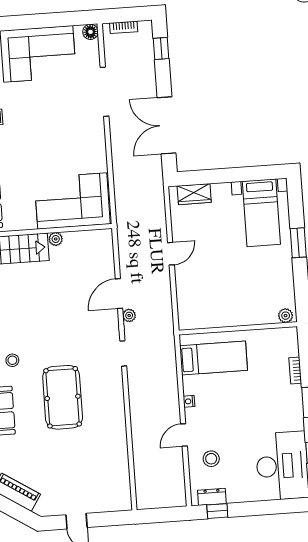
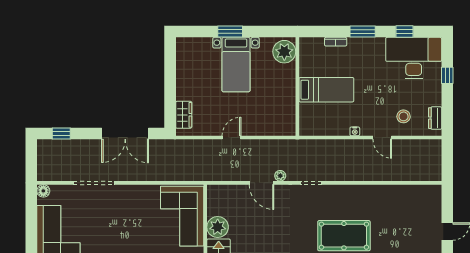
bookcase: (124, 27) -> (42, 163), removed
bed with nightstands: (261, 213) -> (236, 65), moved, turned 90
plant: (56, 239) -> (218, 227), width x1.88, depth x1.88
door: (171, 254) -> (232, 138), hinge flipped
plant: (286, 316) -> (284, 52), width x1.88, depth x1.88
bed: (214, 358) -> (326, 90), moved, turned 90
window: (217, 511) -> (447, 75), moved

